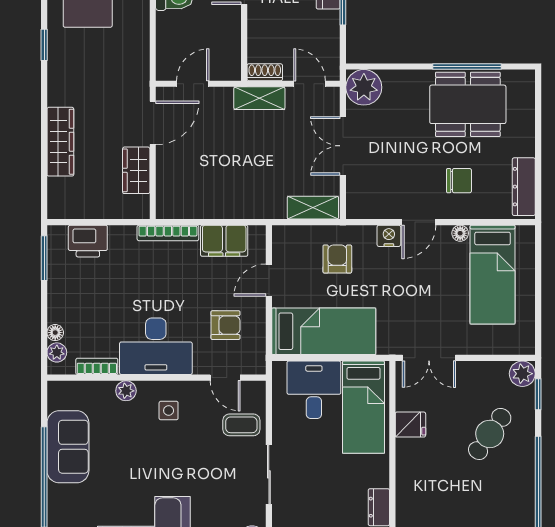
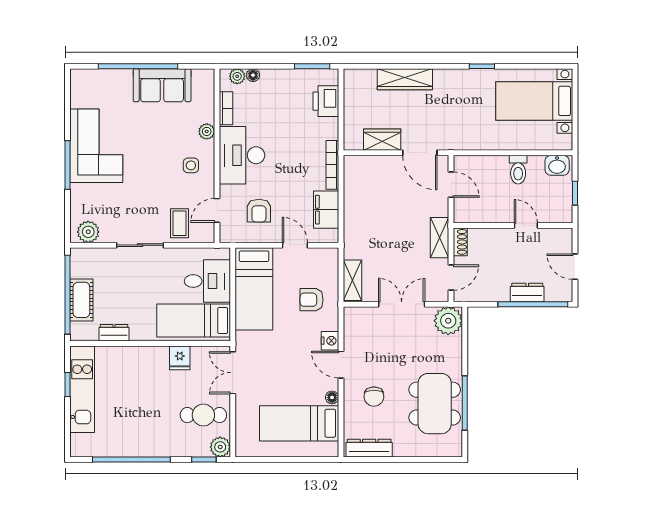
armchair: (337, 259) -> (312, 300), turned 180
cafe table: (490, 434) -> (203, 415), moved, turned -35

